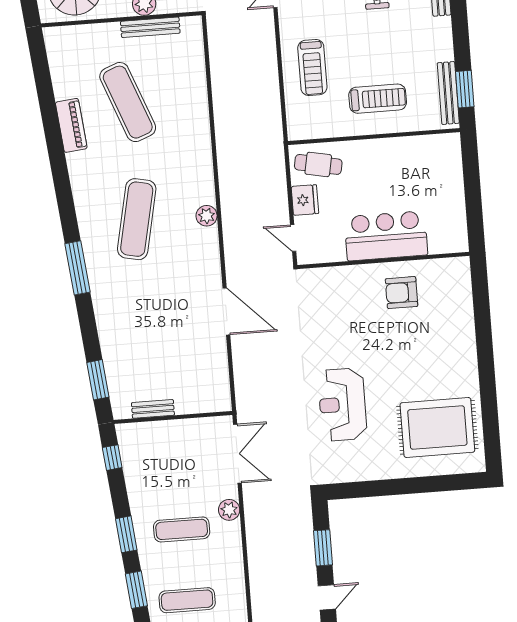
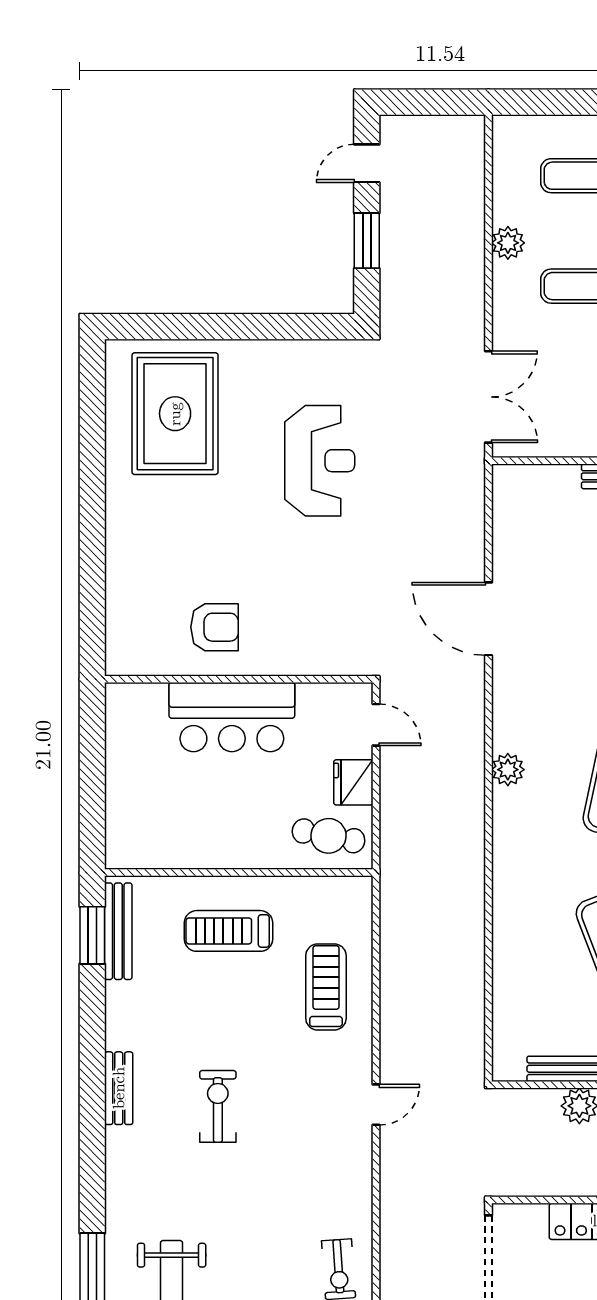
rug: (437, 427) -> (175, 414), turned 90
double door: (237, 454) -> (488, 397), swing flipped
plant: (229, 510) -> (508, 243), moved

